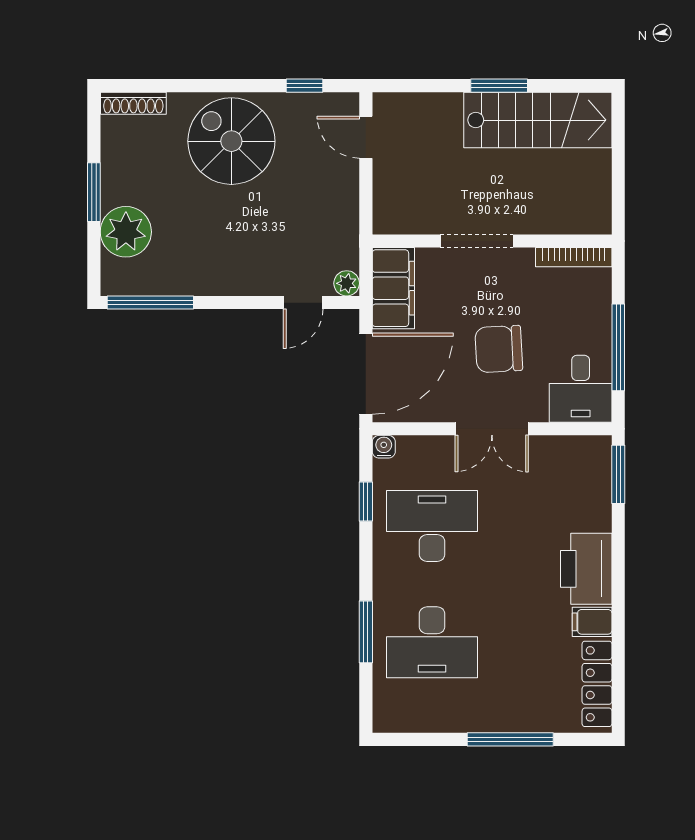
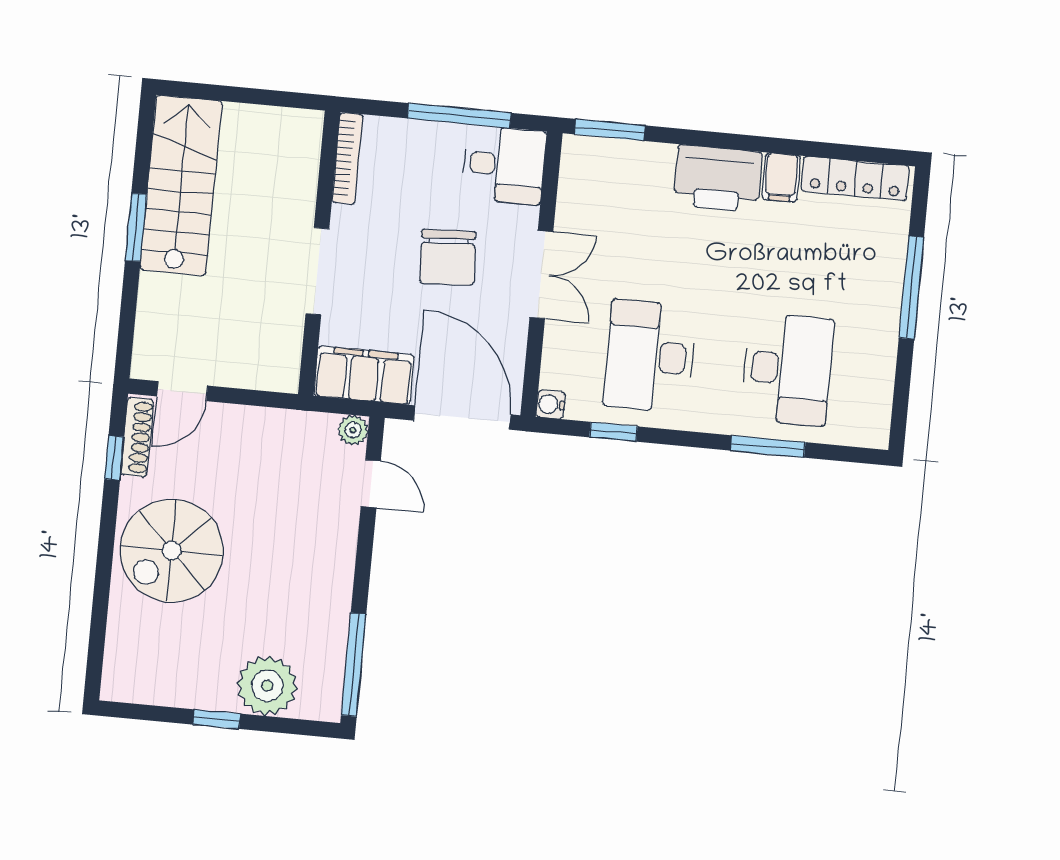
shoe rack: (133, 103) -> (137, 437), moved
window: (94, 192) -> (217, 719), width x0.67

